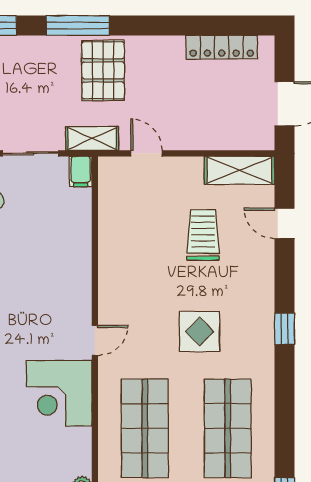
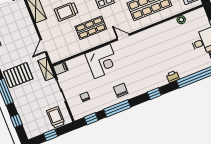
shop shelf: (145, 276) -> (91, 28), added
corner desk: (59, 393) -> (102, 61), moved

